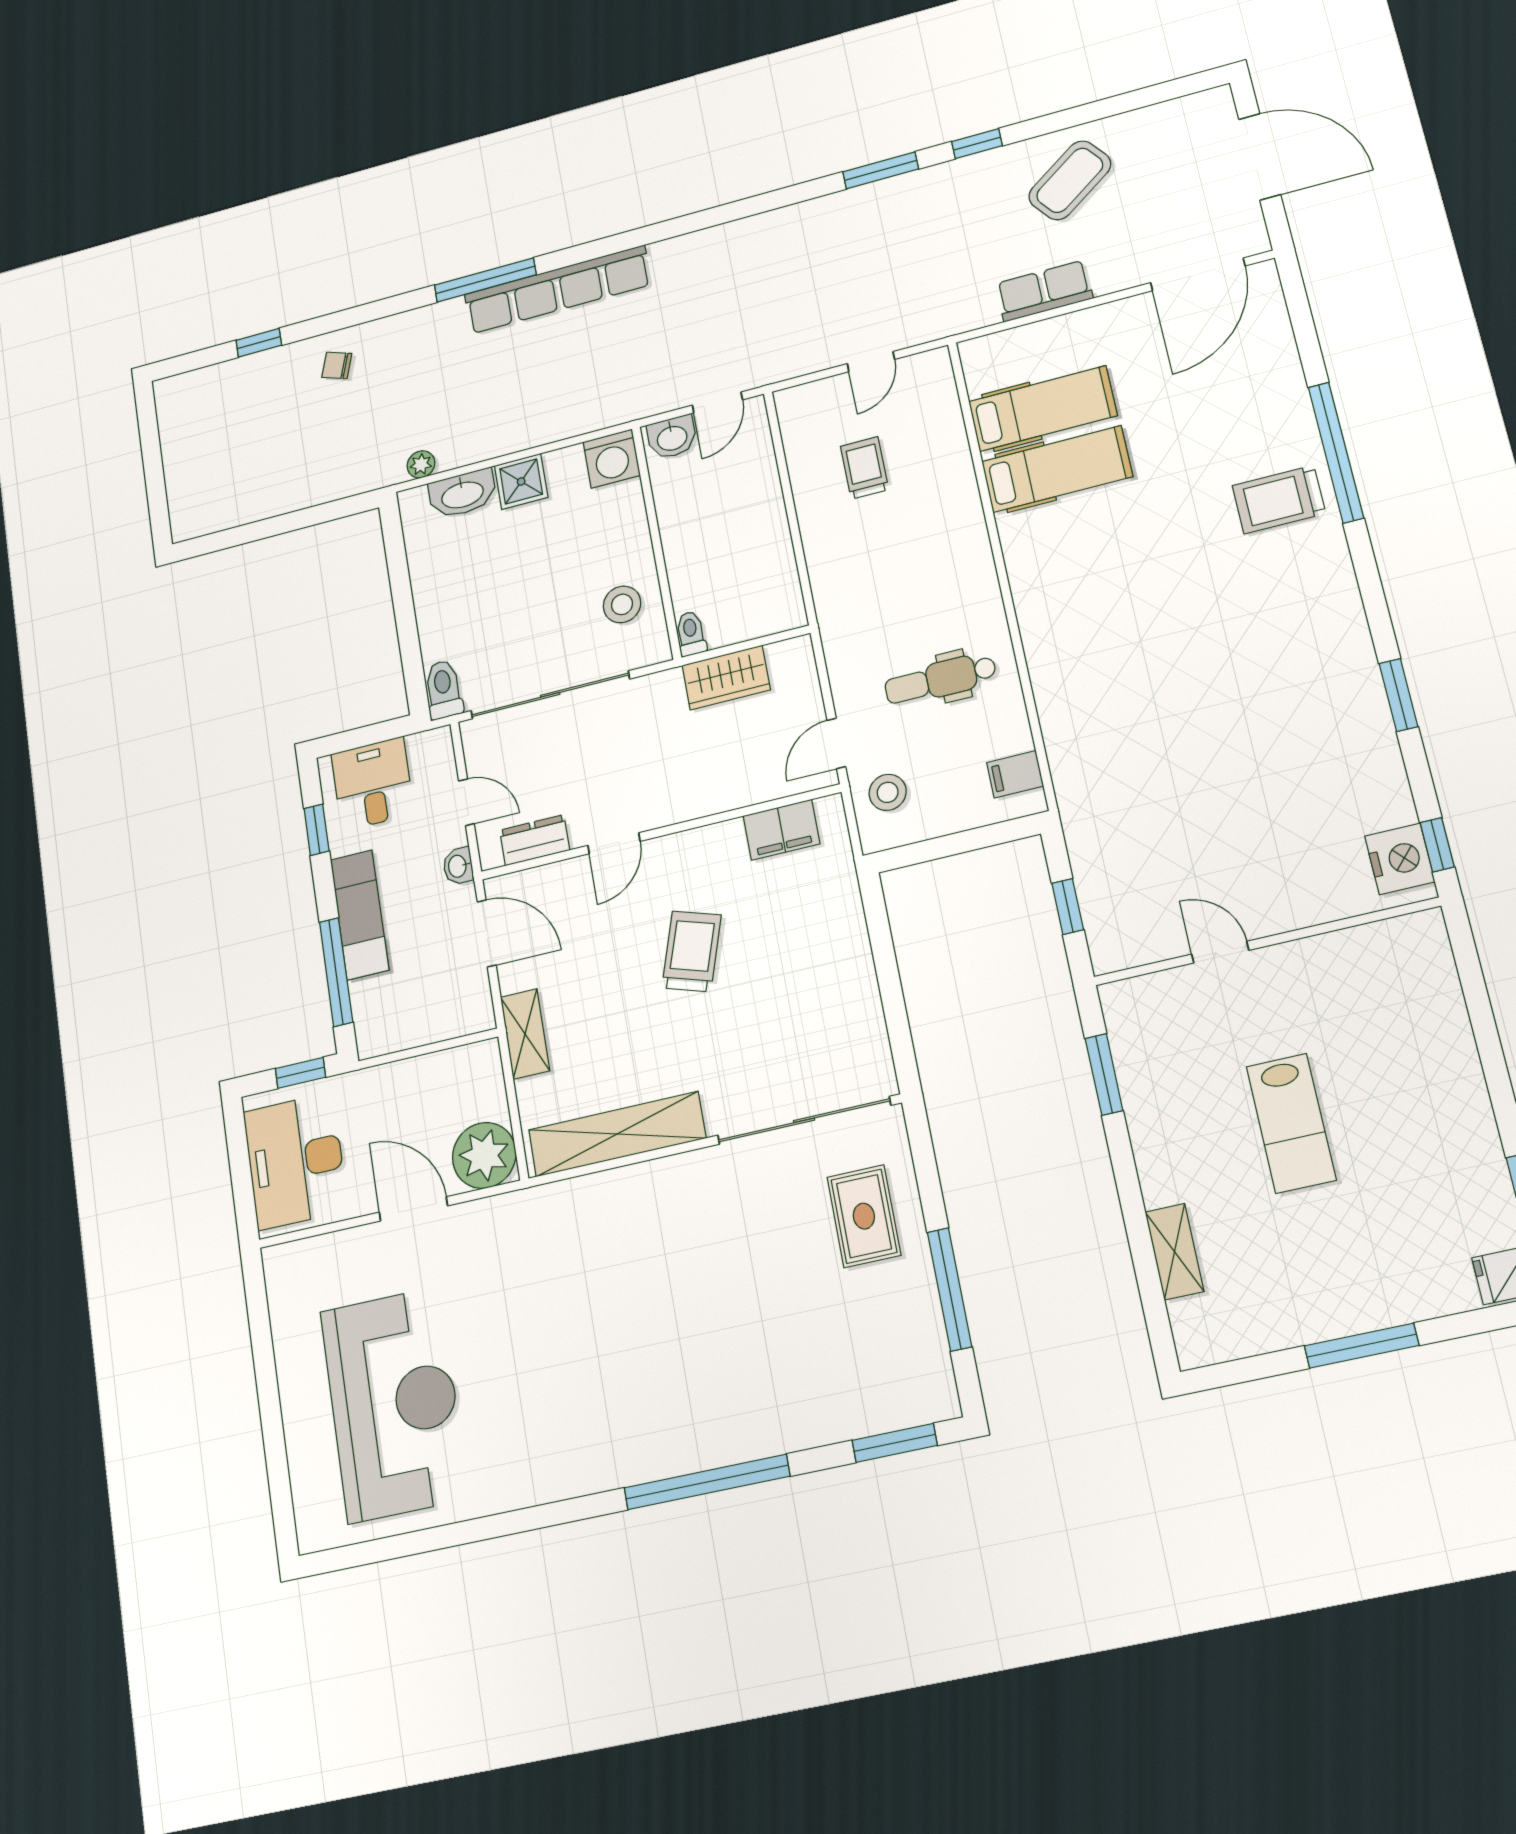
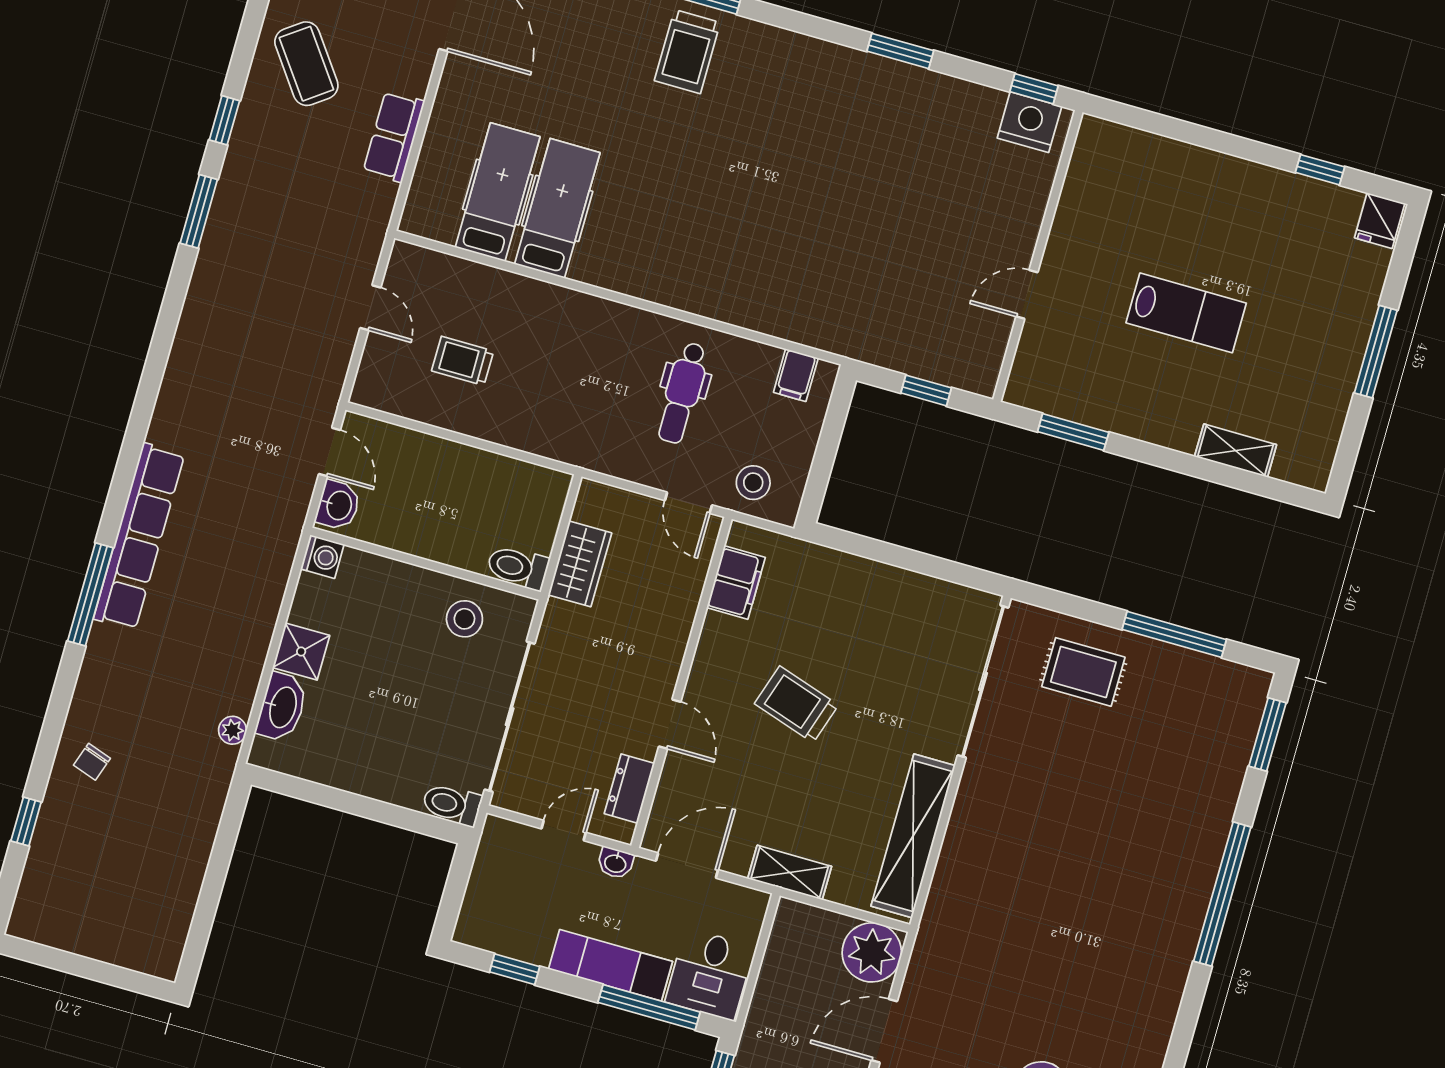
washing machine: (612, 459) -> (322, 557), width x0.73, depth x0.73
toilet: (691, 634) -> (518, 567), width x1.37, depth x1.39
desk: (373, 784) -> (710, 974), moved, turned -90

